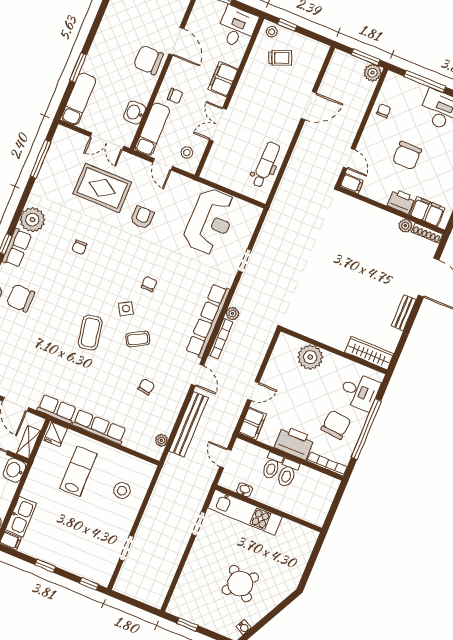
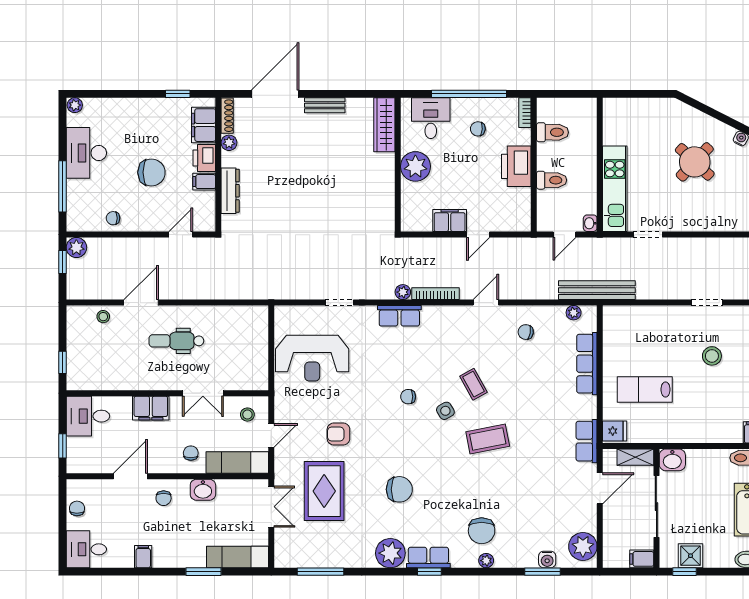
filing cabinet: (109, 25) -> (143, 557), added
stool: (272, 32) -> (103, 317), moved
window: (366, 57) -> (63, 262), width x0.67
trolley: (280, 58) -> (102, 355), removed
chair: (148, 60) -> (164, 498), width x0.54, depth x0.54
door: (309, 106) -> (141, 303), hinge flipped
washbasin: (135, 113) -> (203, 490), moved
dental chair: (266, 165) -> (176, 341), moved
filing cabinet: (352, 184) -> (204, 182), moved, turned -90
dresser: (367, 211) -> (230, 191), added
reception desk: (210, 221) -> (312, 358), turned 180
chair: (79, 247) -> (399, 489), width x1.87, depth x1.87
row of seats: (208, 321) -> (399, 316), width x0.50
plant: (310, 357) -> (415, 166), moved
chair: (146, 387) -> (526, 332), moved
door: (253, 391) -> (478, 235), swing flipped
bench: (189, 424) -> (597, 290), moved
filing cabinet: (253, 424) -> (450, 221), moved
chair: (336, 425) -> (478, 129), width x0.54, depth x0.54
row of seats: (99, 427) -> (587, 364), moved
bookcase: (327, 464) -> (525, 113), width x0.64
toilet: (288, 473) -> (552, 132), moved
washbasin: (245, 490) -> (590, 223), moved
stool: (122, 491) -> (712, 356), moved
kitchen sink: (21, 517) -> (720, 432), removed

